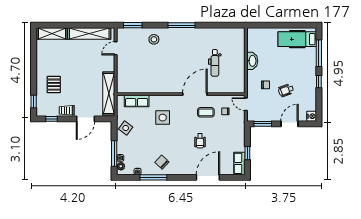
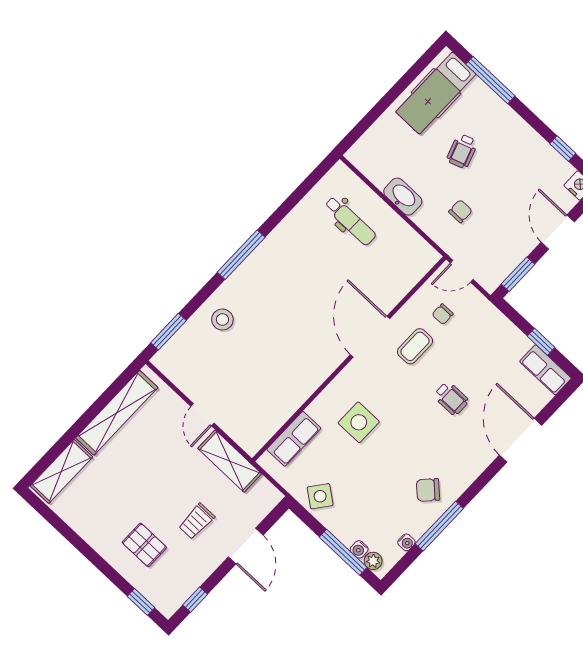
door: (116, 48) -> (203, 415), moved
dental chair: (215, 63) -> (350, 221), moved
window: (319, 82) -> (563, 148), moved
wheelchair: (286, 90) -> (462, 151), moved
shelving: (109, 93) -> (230, 461), width x0.68
trolley: (67, 110) -> (197, 521), moved

